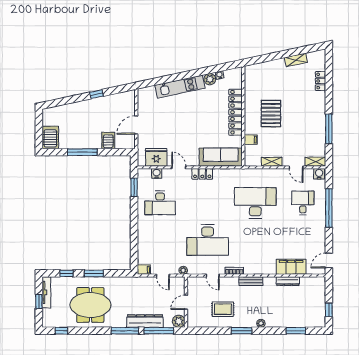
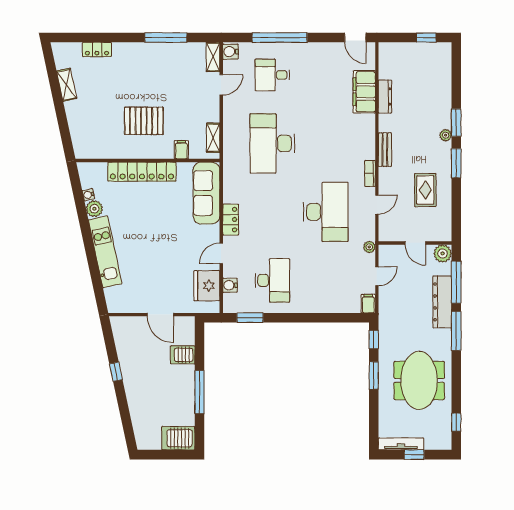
shelving: (272, 162) -> (213, 138), moved
window: (67, 273) -> (374, 340), moved
window: (296, 331) -> (456, 123), moved

